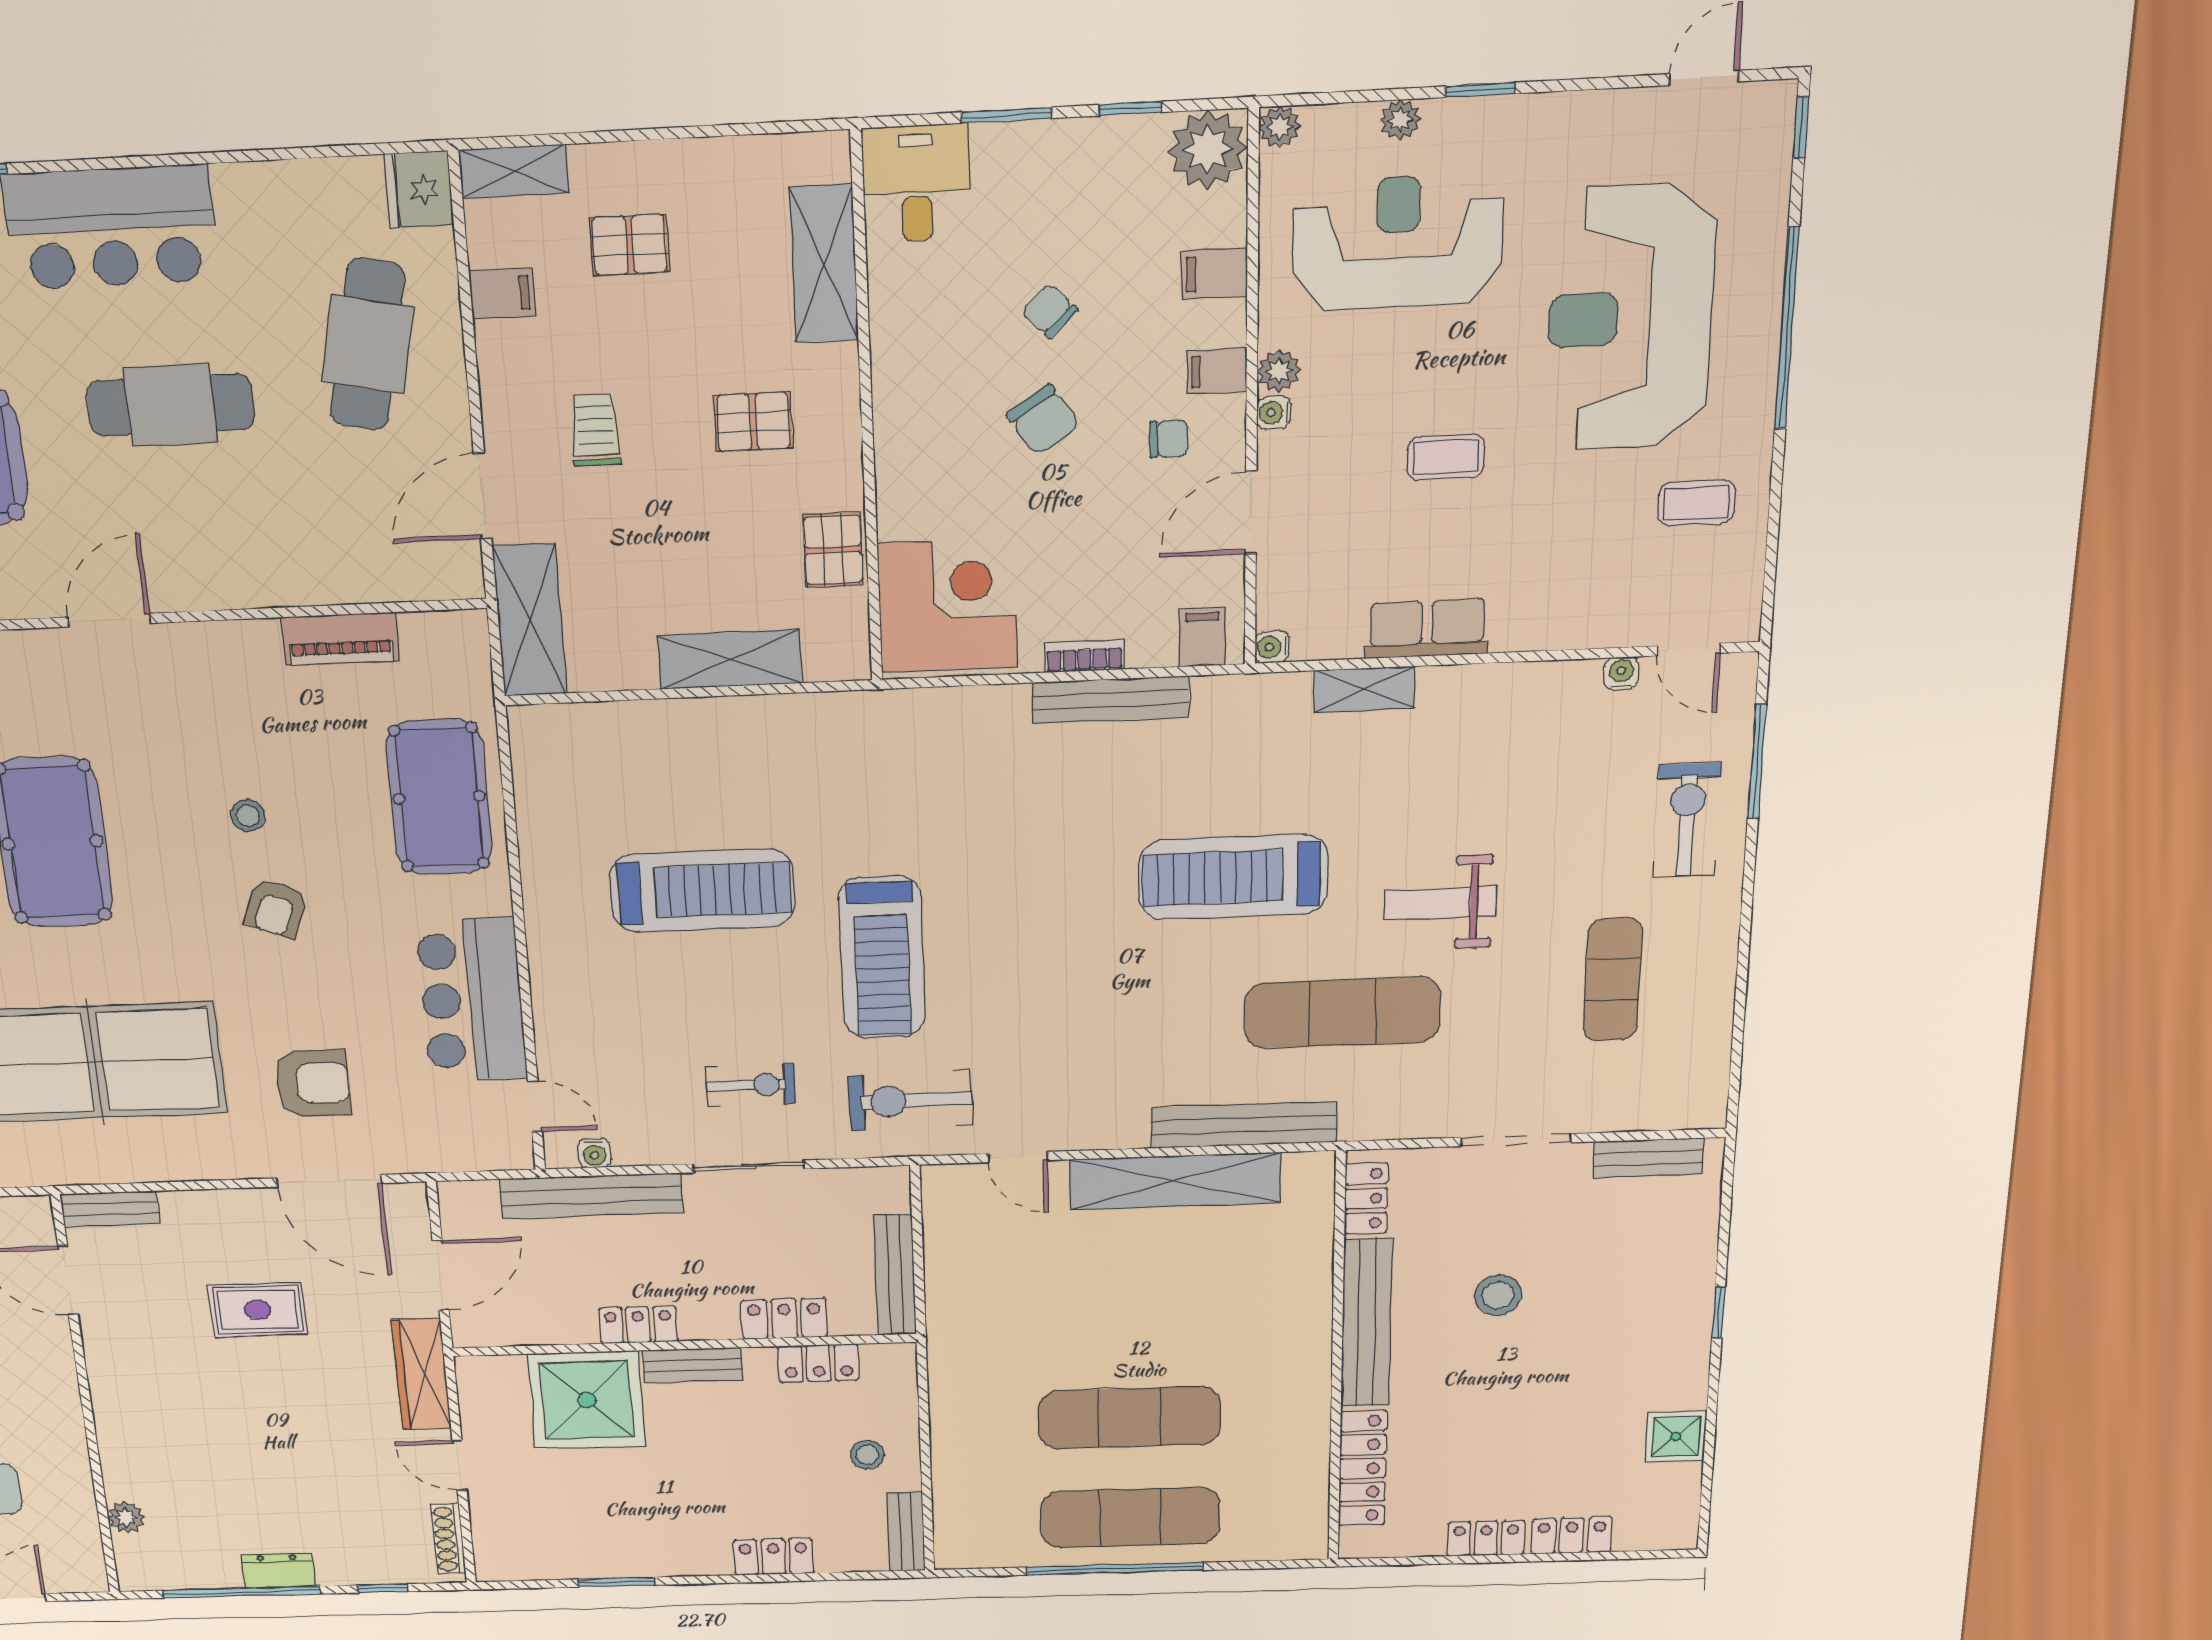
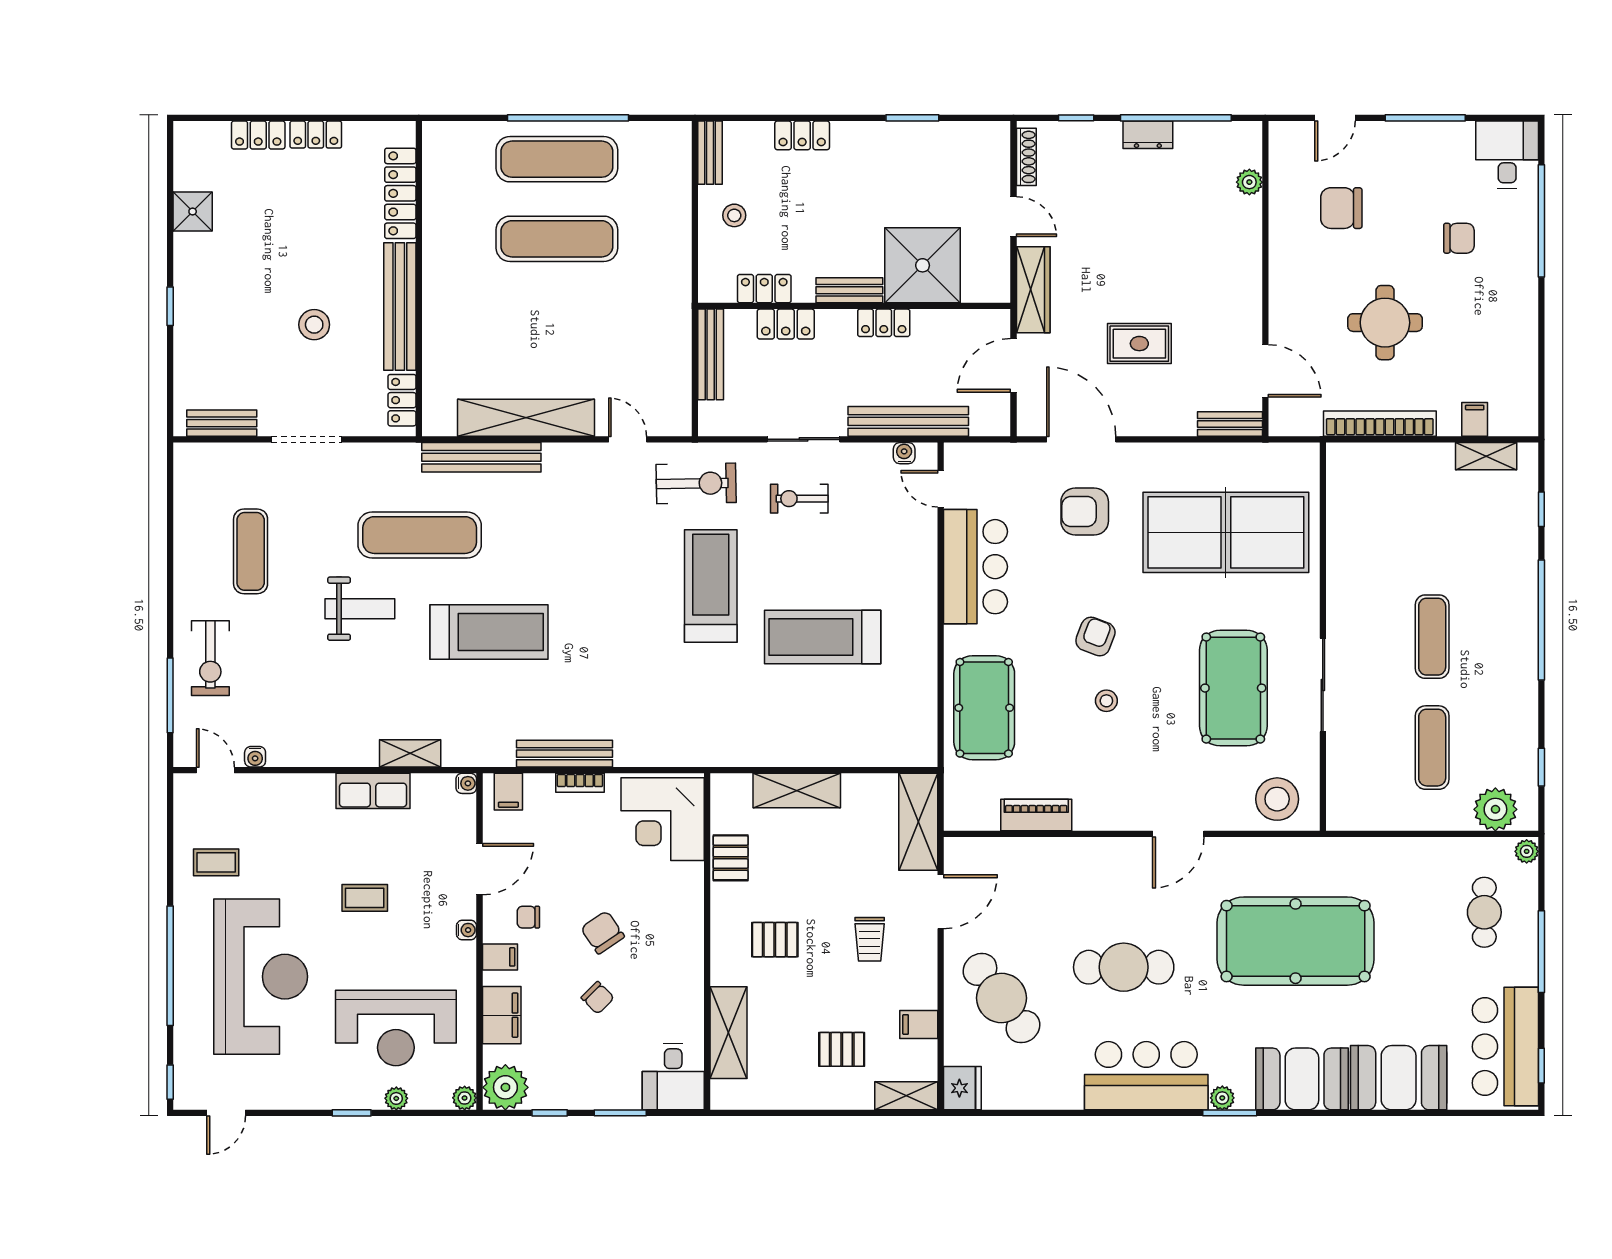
filing cabinet: (1214, 273) -> (502, 1015), width x2.00
cafe table: (368, 345) -> (1001, 998), turned -49
plant: (1279, 371) -> (464, 955), removed

